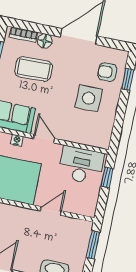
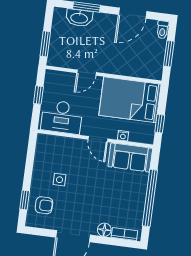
coffee table: (34, 69) -> (113, 203), removed
side table: (89, 98) -> (60, 180), width x0.54, depth x0.54
window: (107, 178) -> (38, 95), moved

